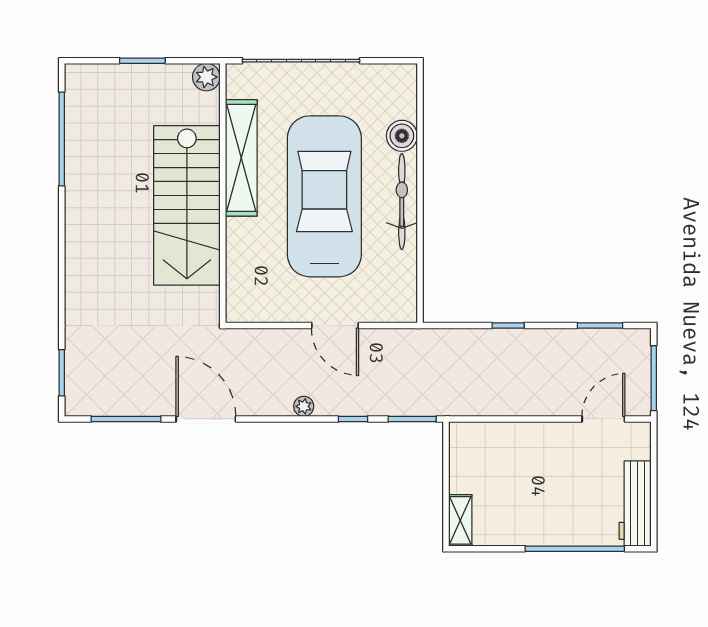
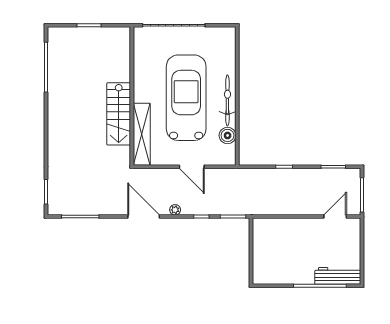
plant: (206, 77) -> (123, 34), removed
boiler: (402, 136) -> (228, 135), moved
shelving: (241, 158) -> (142, 134), moved
stairs: (187, 205) -> (119, 114), width x0.73, depth x0.66
door: (206, 419) -> (144, 217), moved
workbench: (635, 504) -> (338, 276), moved, turned 90
shelving: (460, 520) -> (259, 271), removed

